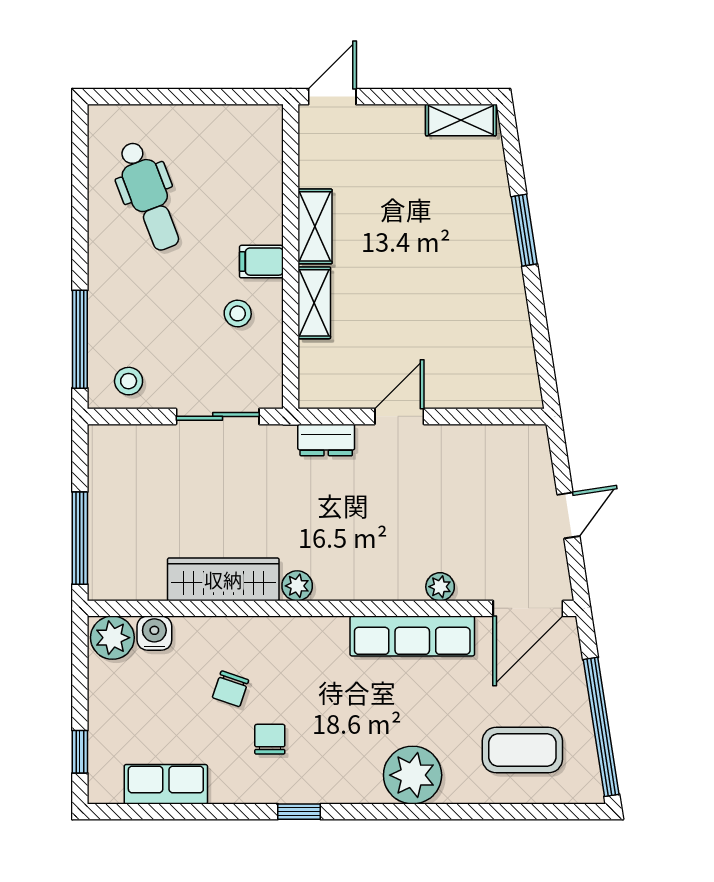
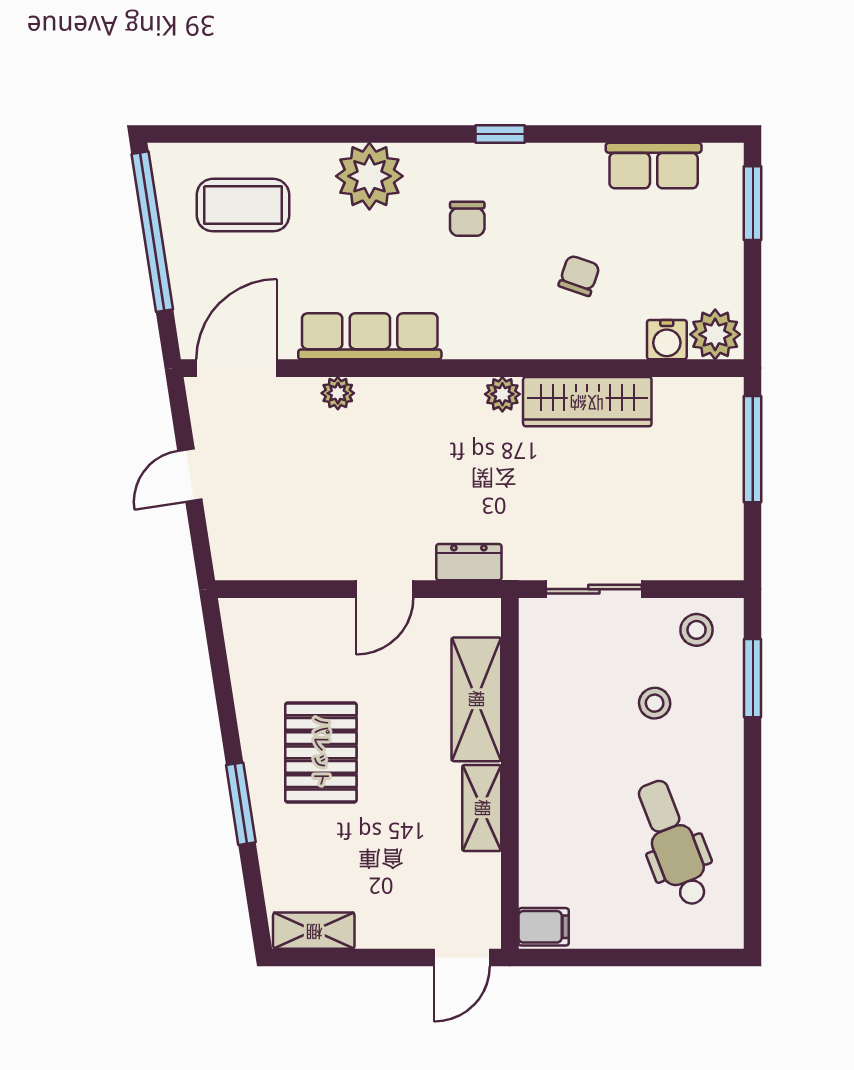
filing cabinet: (261, 262) -> (544, 927), moved
pallet: (455, 275) -> (321, 752), added
shelving: (314, 303) -> (476, 699), width x1.50, depth x1.33
stool: (238, 313) -> (655, 703), moved
window: (80, 339) -> (753, 678), width x0.69
chair: (270, 739) -> (467, 219), moved
window: (80, 752) -> (753, 203), width x1.50

